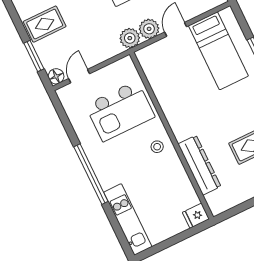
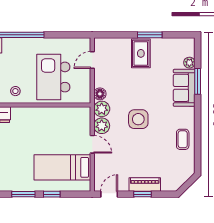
window: (34, 56) -> (150, 35), moved
floor lamp: (56, 76) -> (100, 94), moved
door: (79, 76) -> (92, 60), swing flipped

